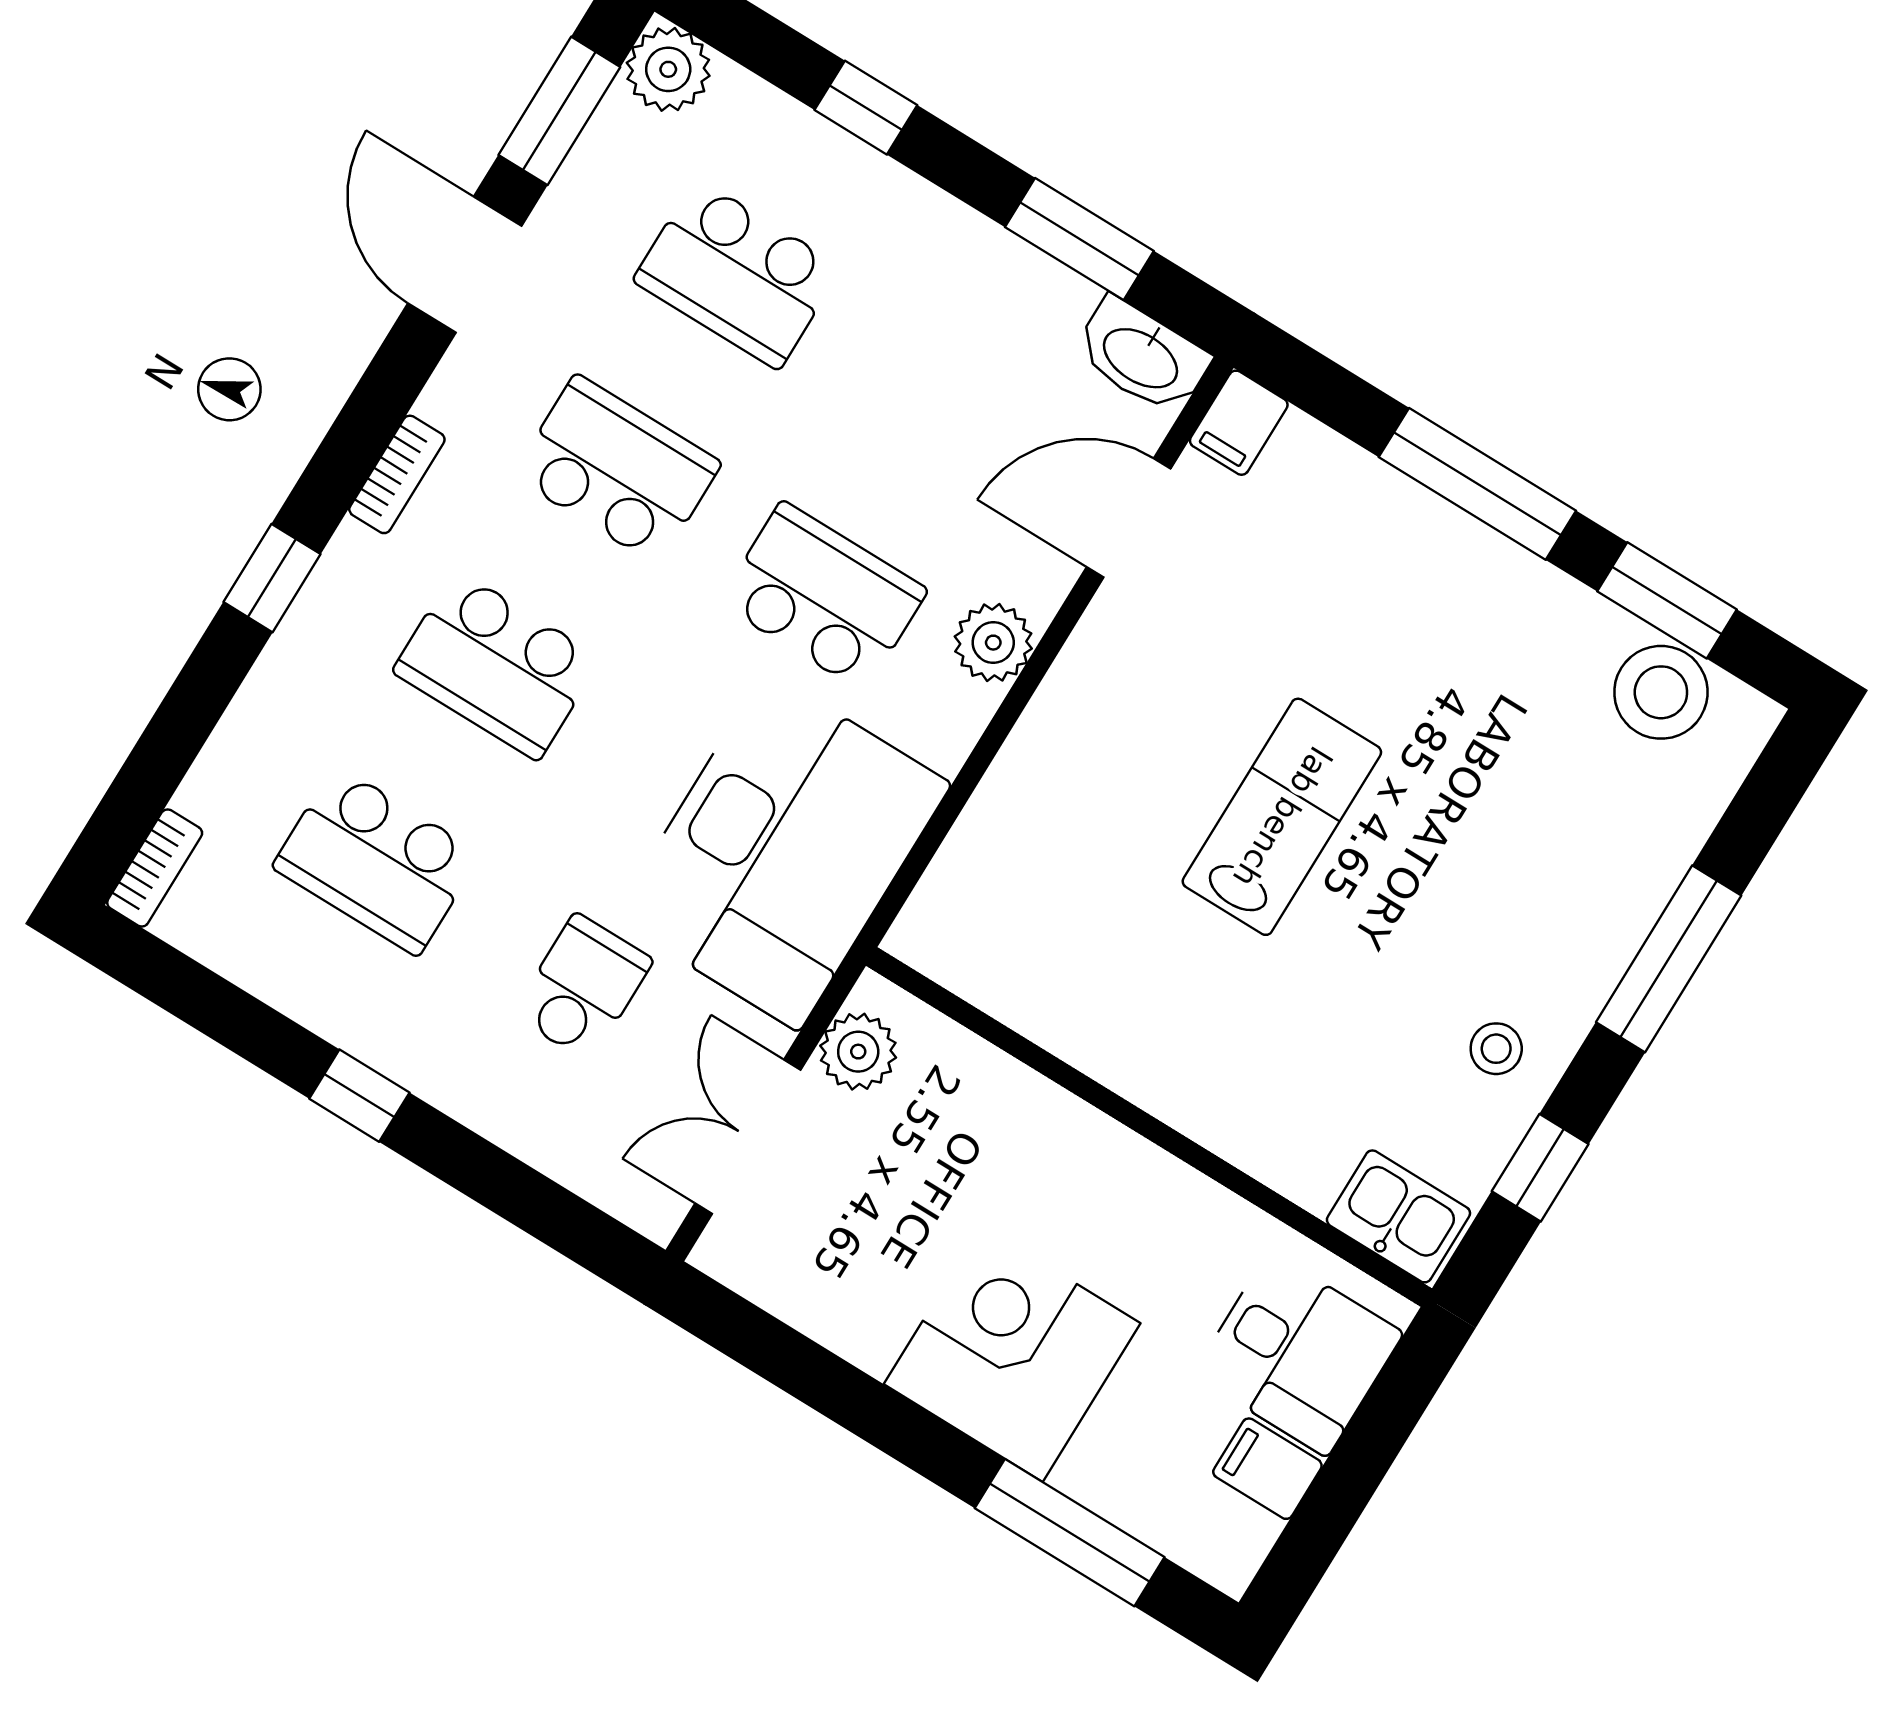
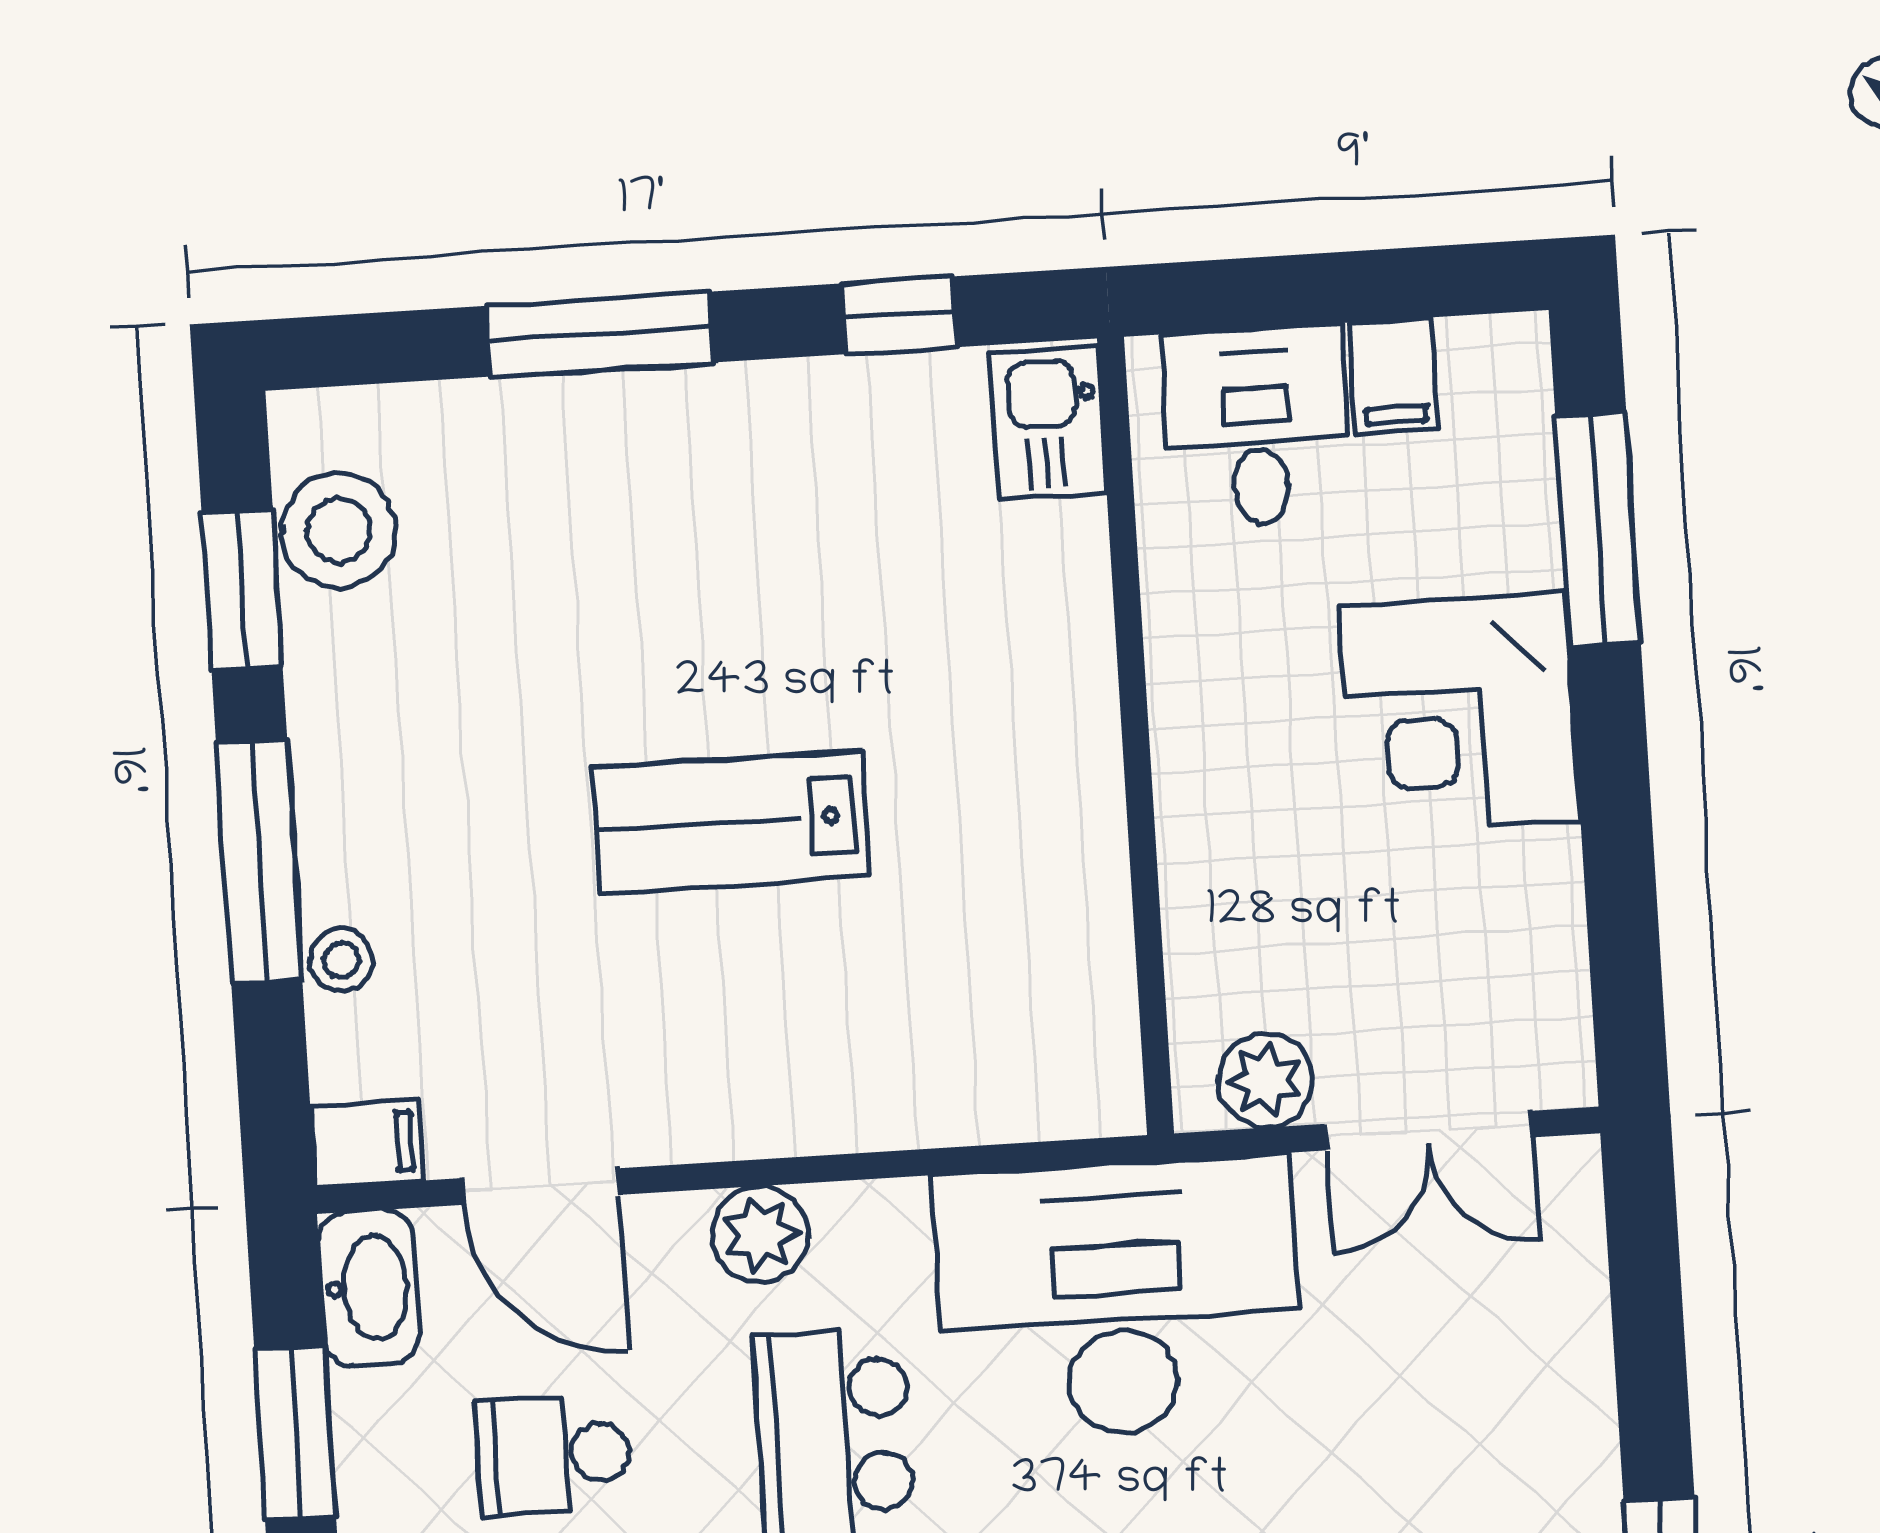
school desk: (583, 987) -> (553, 1455), moved
stool: (1496, 1049) -> (341, 960), moved

